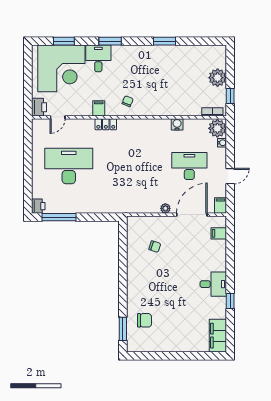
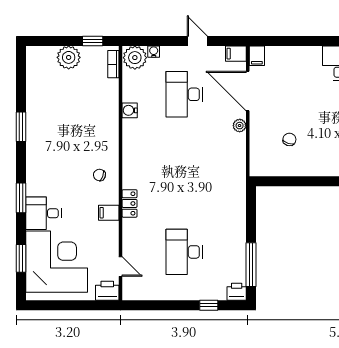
desk: (69, 166) -> (184, 252), width x0.73, depth x0.77
window: (28, 185) -> (209, 305), added
filing cabinet: (219, 233) -> (257, 56), moved

